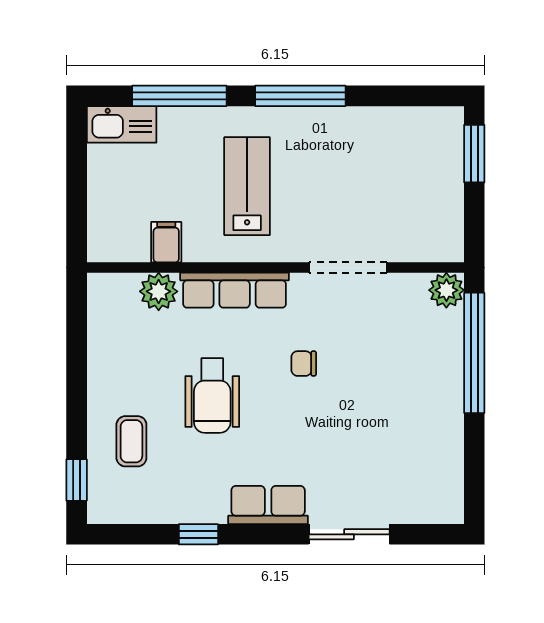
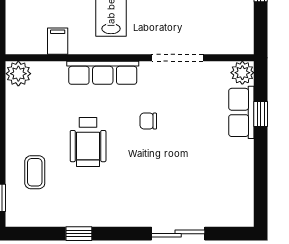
plant: (159, 291) -> (18, 74), moved
window: (474, 353) -> (261, 114), width x0.32
row of seats: (268, 505) -> (241, 112), moved, turned -90

